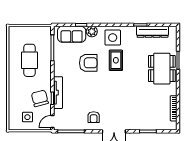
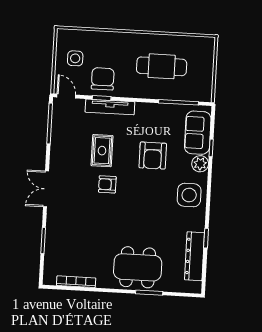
rug: (116, 60) -> (102, 151), moved, turned 90
chair: (40, 98) -> (103, 79), turned -76
armchair: (94, 117) -> (107, 184), moved

